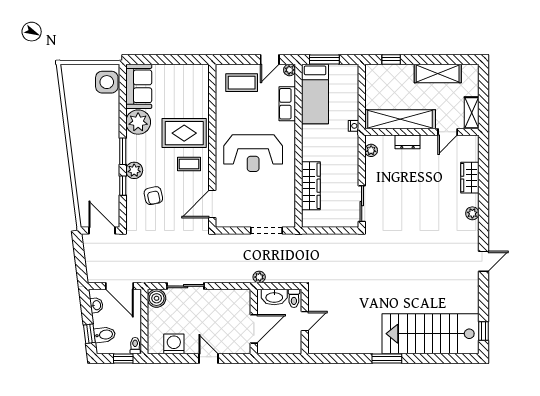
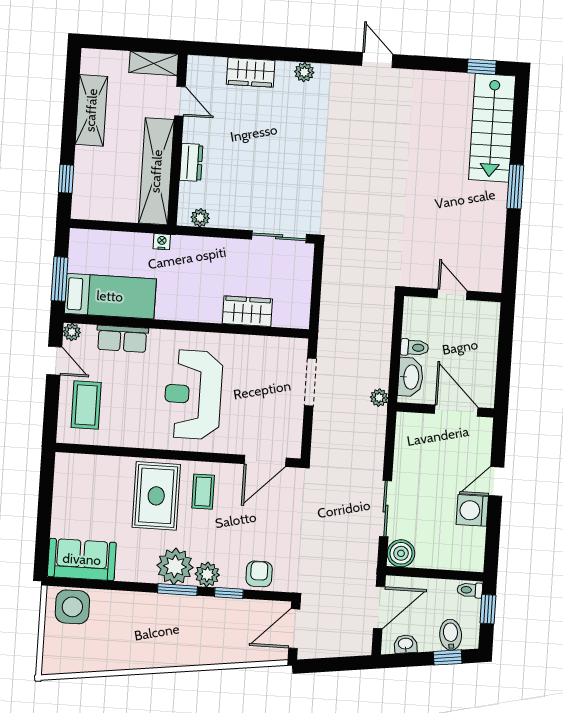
plant: (138, 122) -> (175, 566), moved
reception desk: (253, 153) -> (193, 395), turned 180
wardrobe: (311, 186) -> (247, 311), width x0.67
armchair: (153, 196) -> (259, 574), moved, turned -78
door: (212, 204) -> (265, 461), hinge flipped
door: (305, 321) -> (452, 294), moved
wall: (305, 322) -> (453, 294), moved
stairs: (430, 334) -> (492, 128), width x0.73, depth x0.66
washing machine: (174, 344) -> (472, 510), moved
window: (387, 359) -> (515, 187), moved

